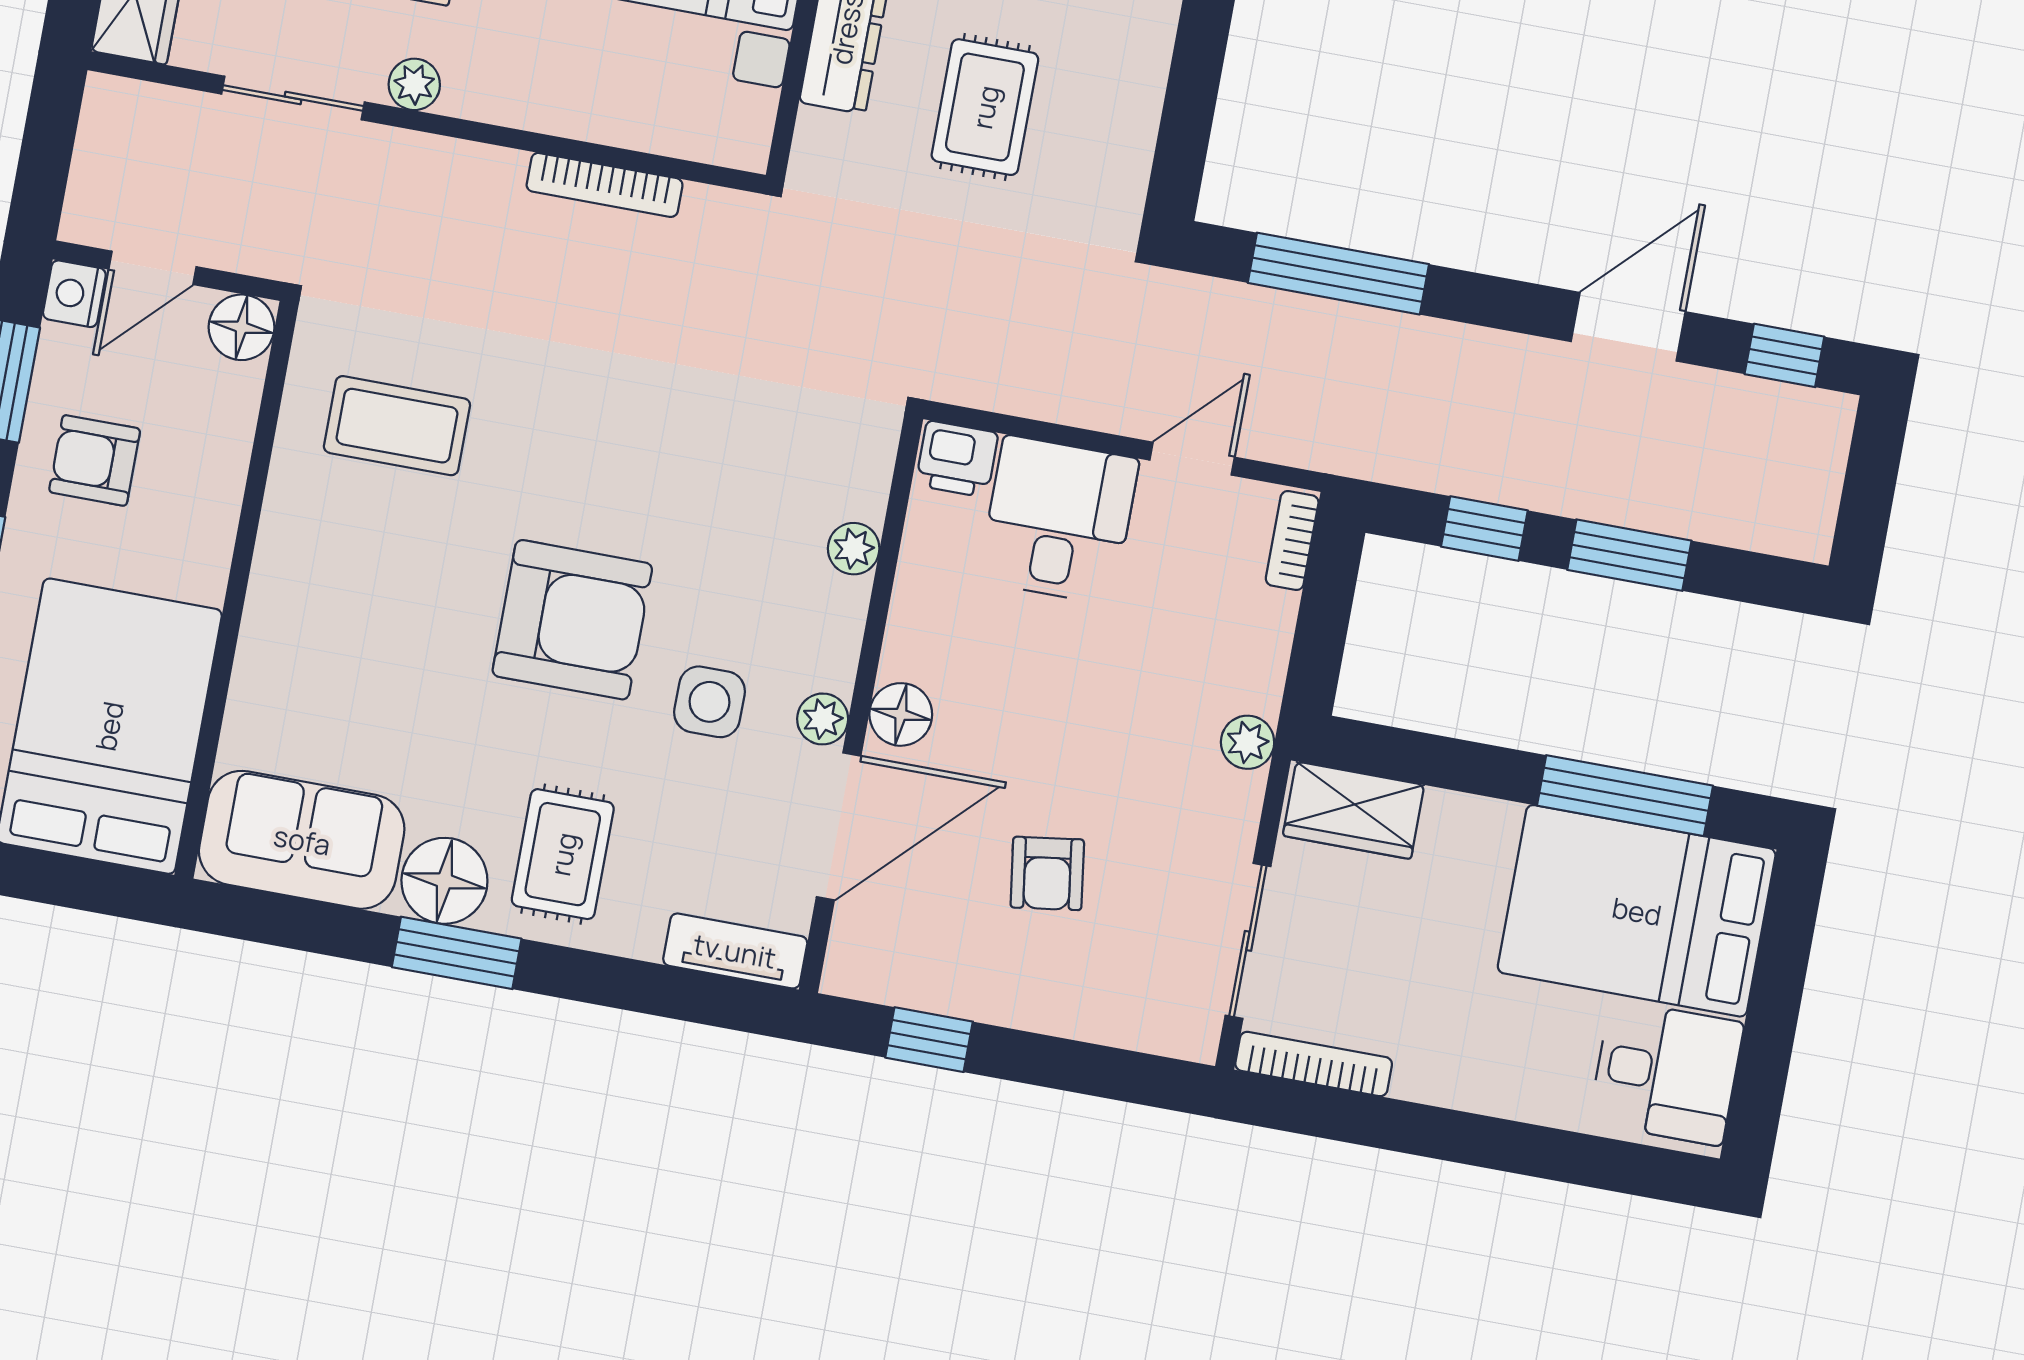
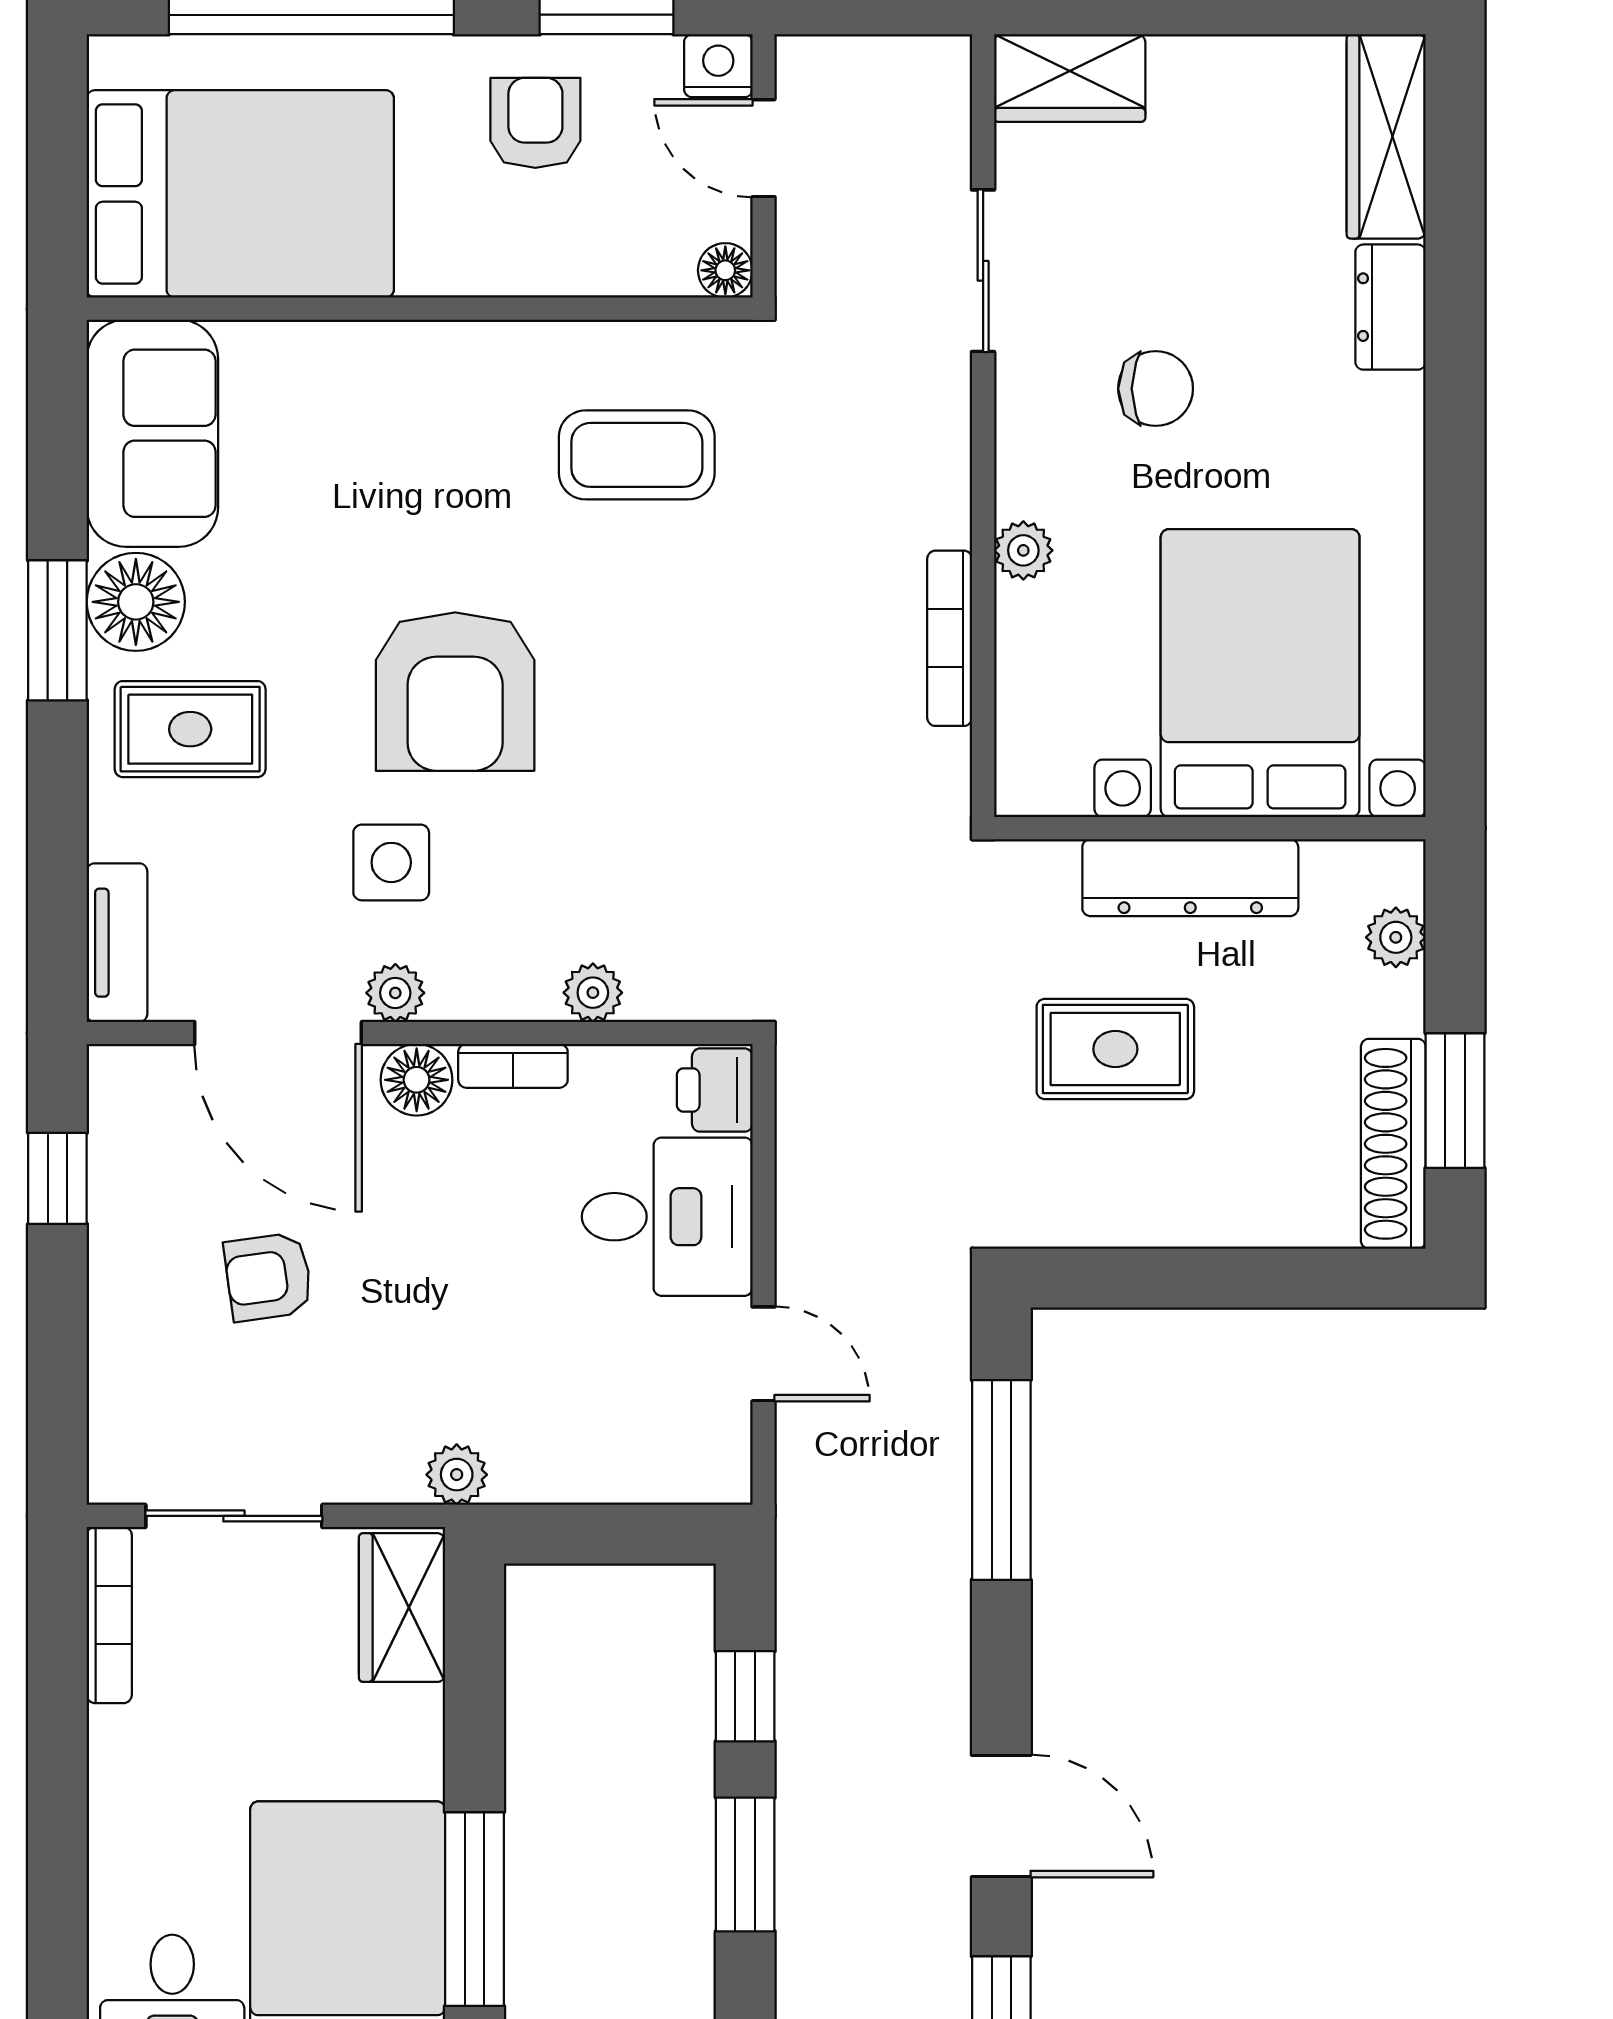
plant: (414, 84) -> (1023, 550), moved
floor lamp: (242, 327) -> (725, 270), width x0.73, depth x0.73
coffee table: (397, 426) -> (637, 455), turned 90
bookcase: (1292, 540) -> (513, 1066), moved, turned 180

